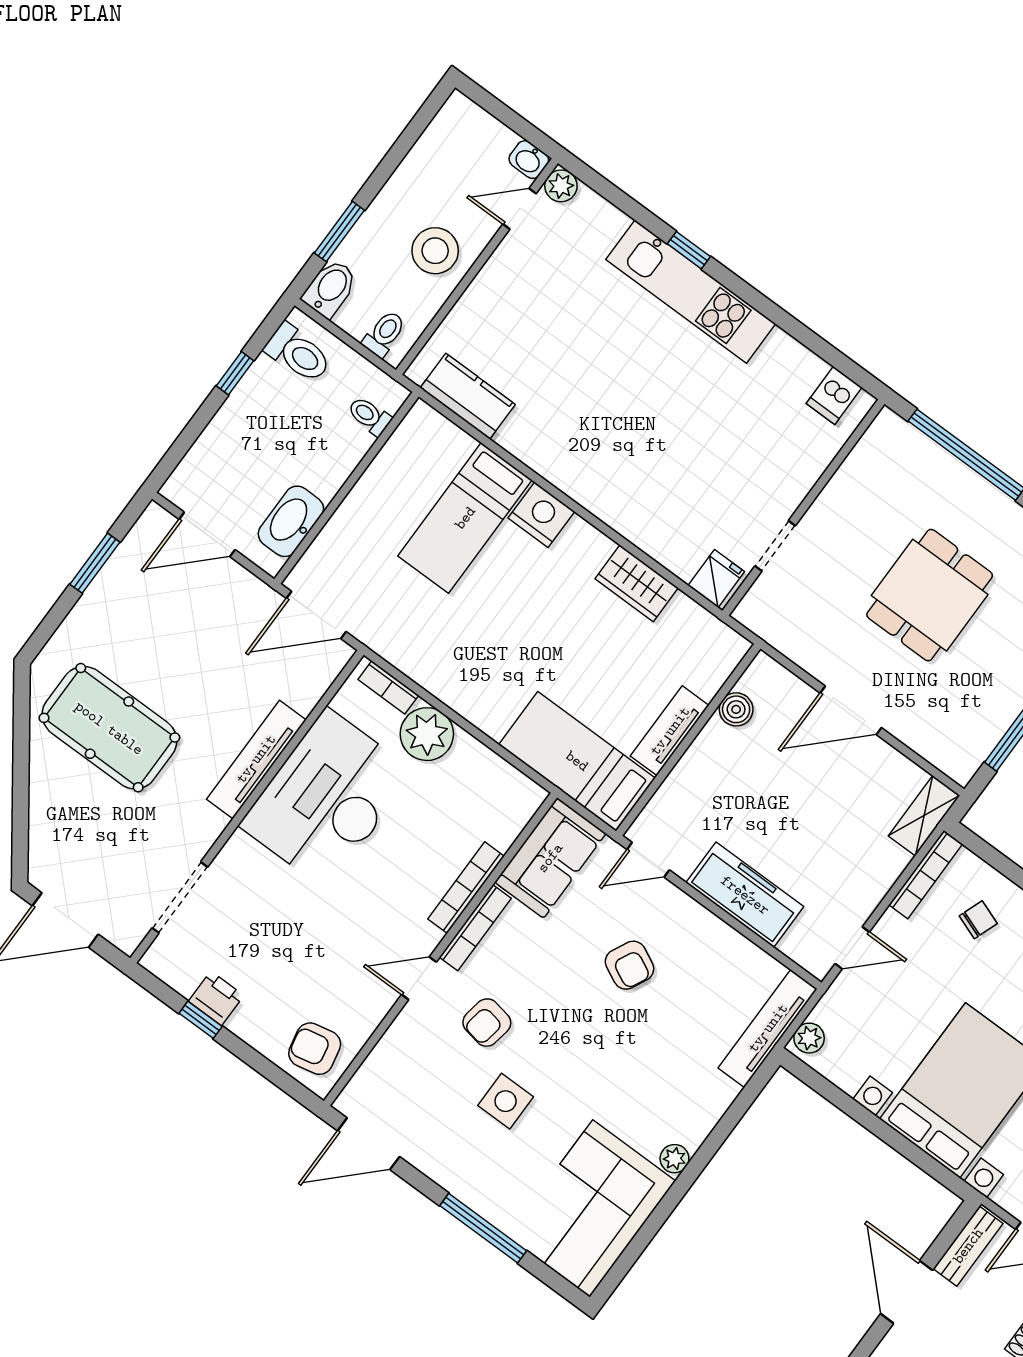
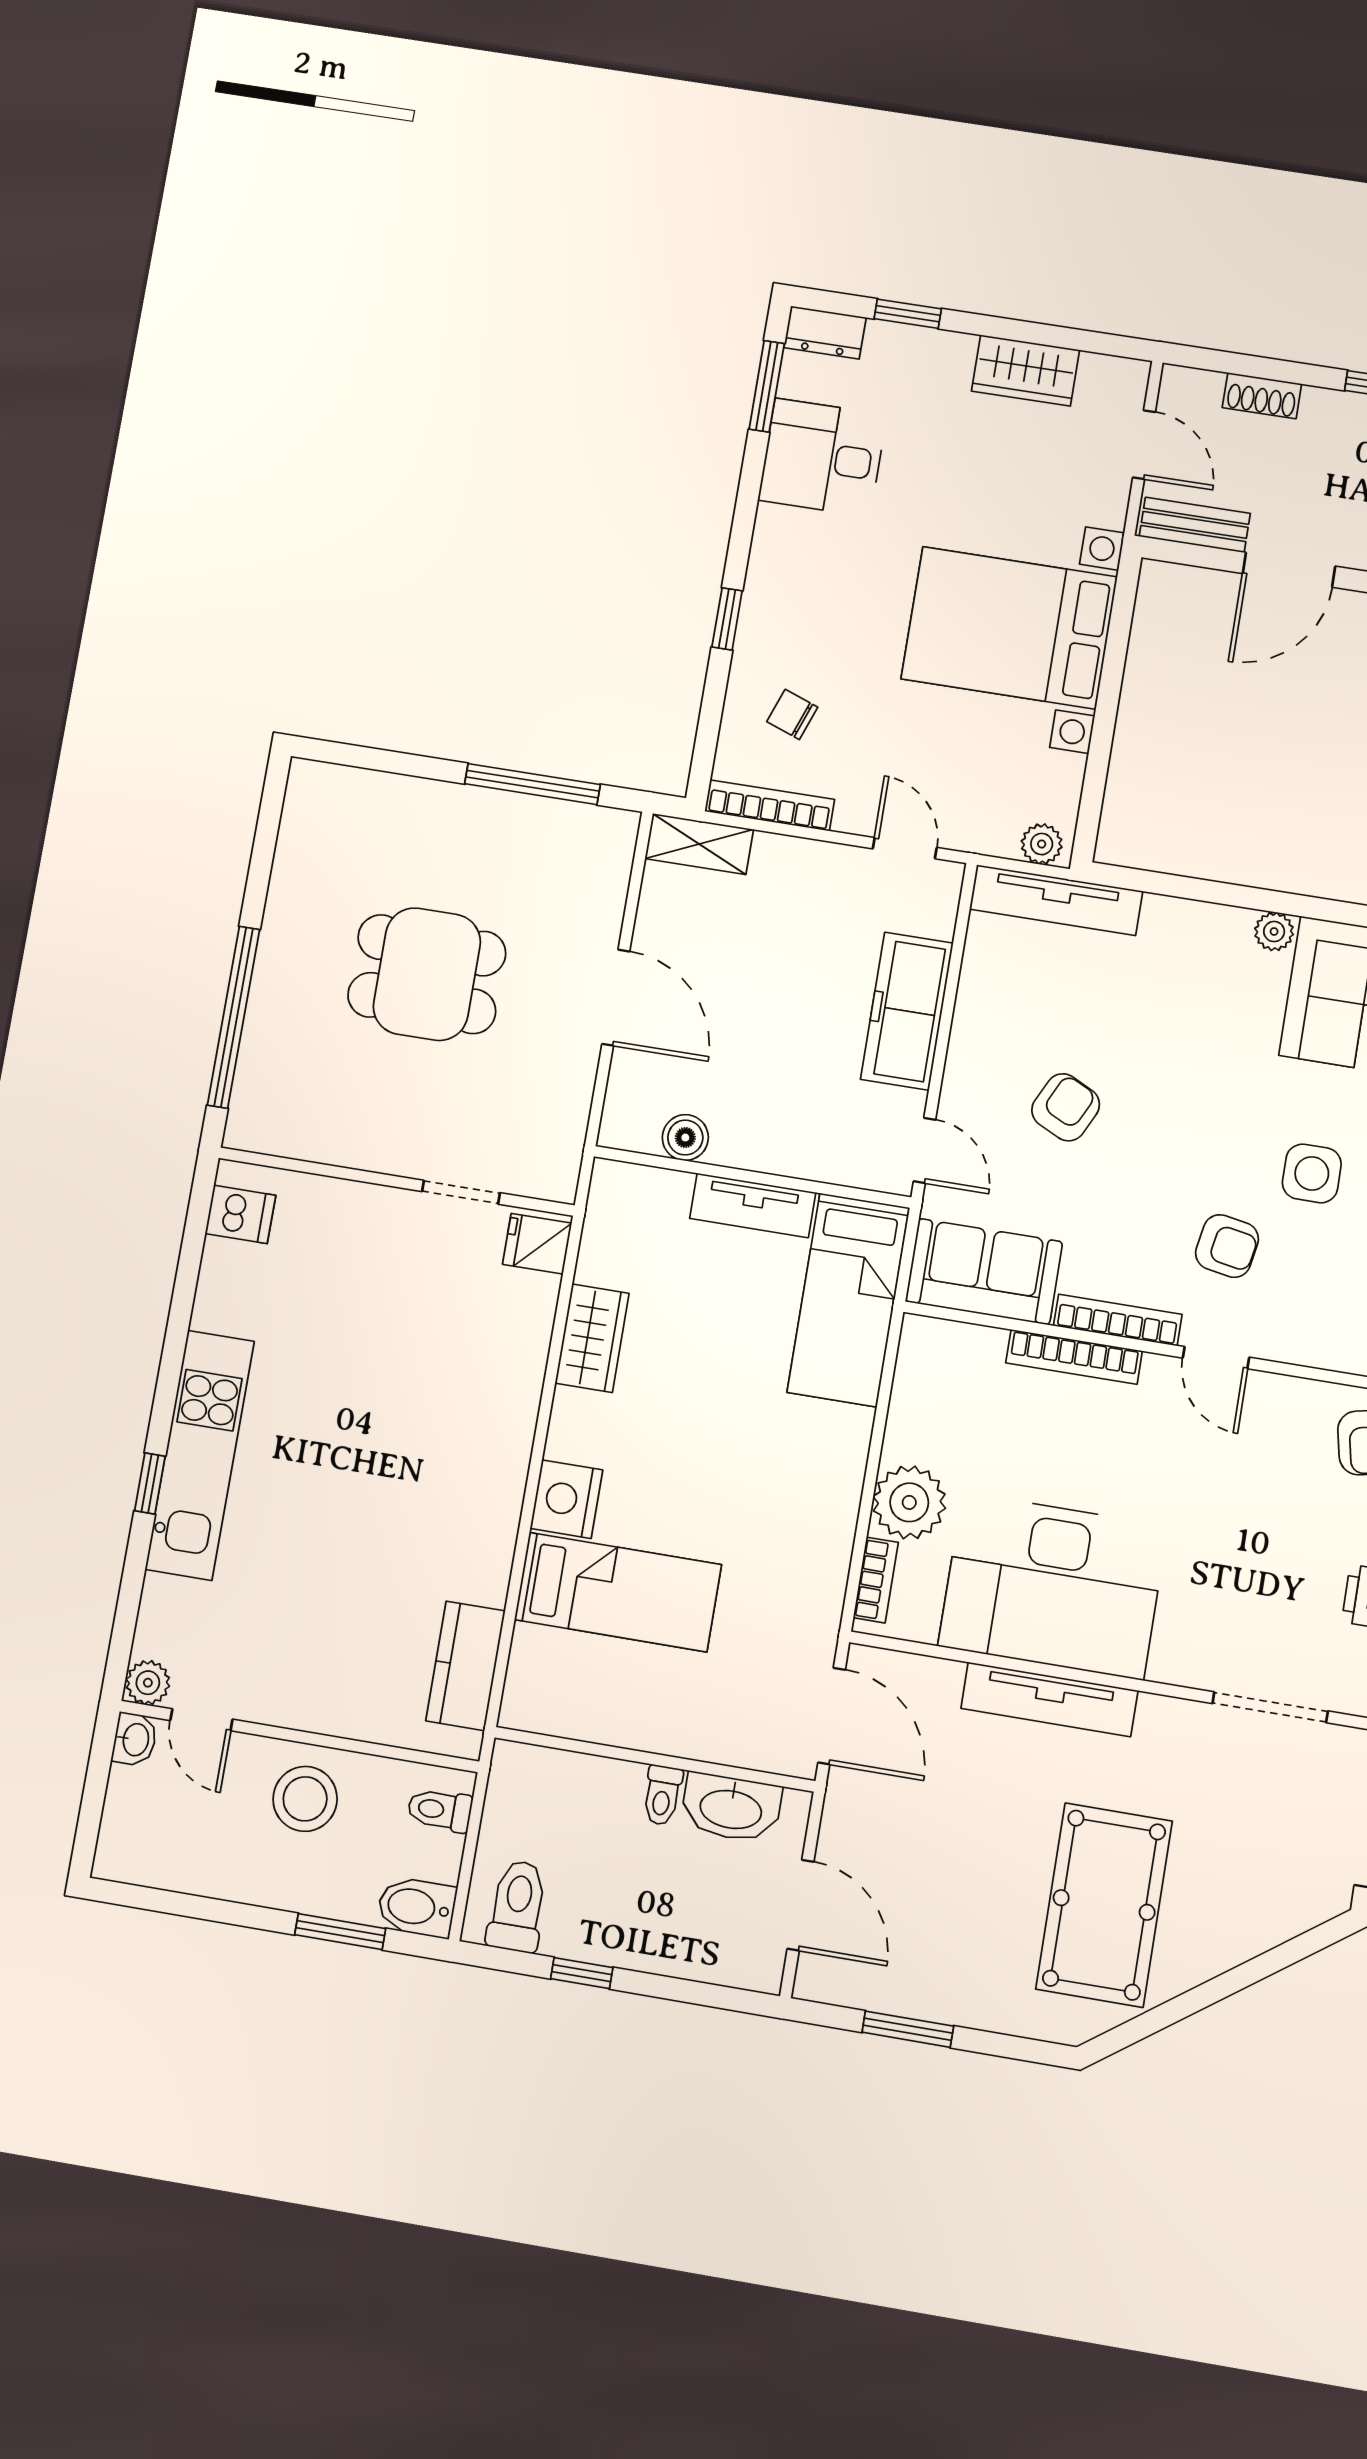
toilet: (369, 416) -> (662, 1795), moved

